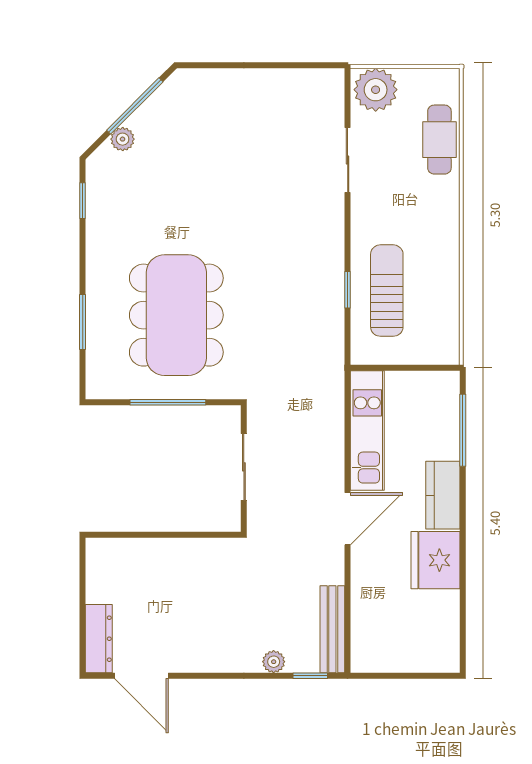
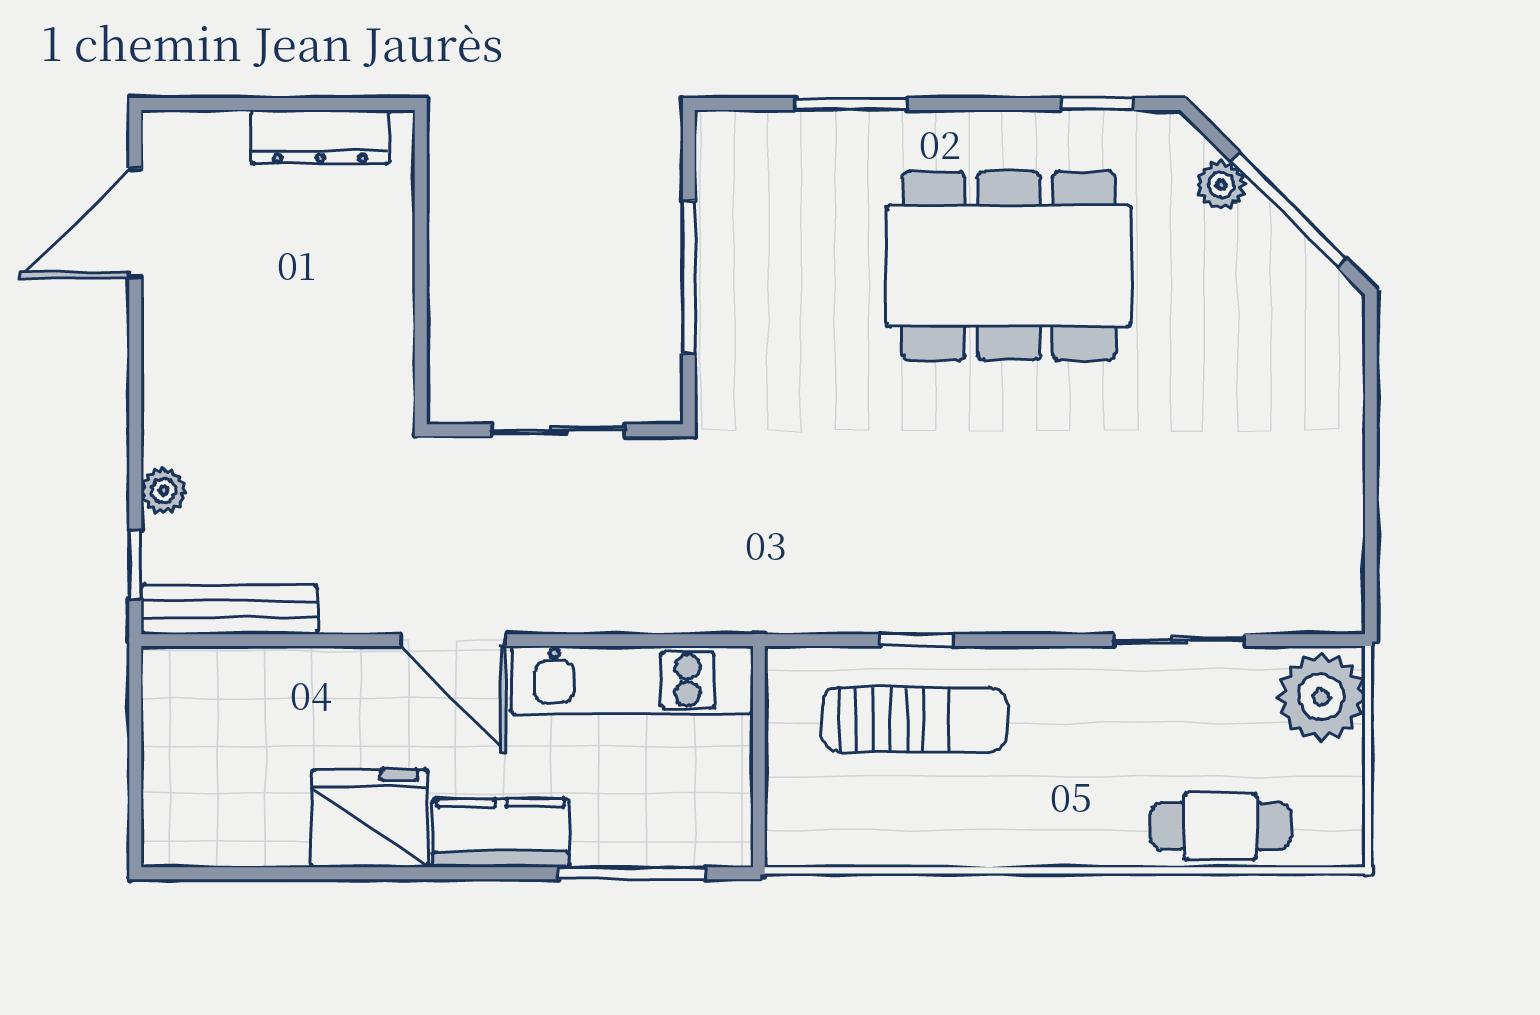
dining table: (176, 315) -> (1009, 266), moved
dresser: (99, 639) -> (320, 137), moved

